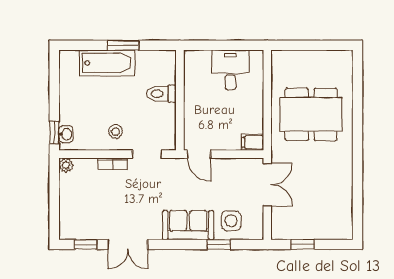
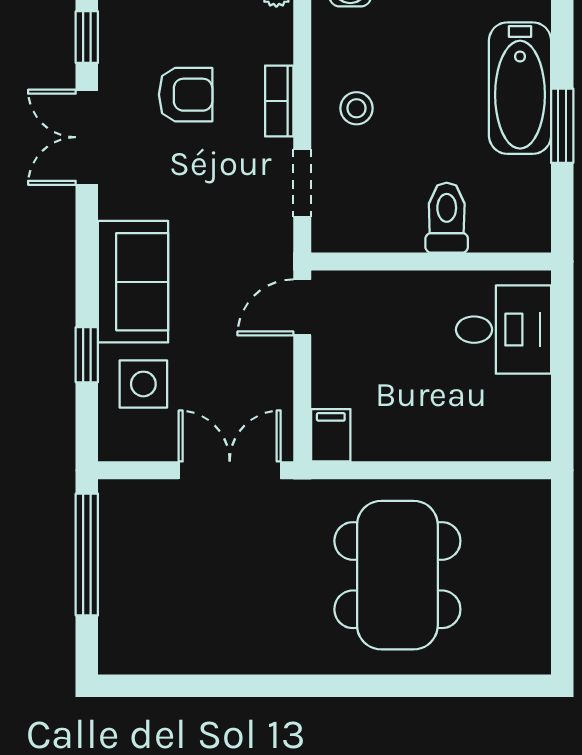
desk: (230, 70) -> (503, 330), moved
double door: (267, 185) -> (230, 470), swing flipped
armchair: (110, 203) -> (186, 95), added
window: (302, 244) -> (87, 554), width x2.17

